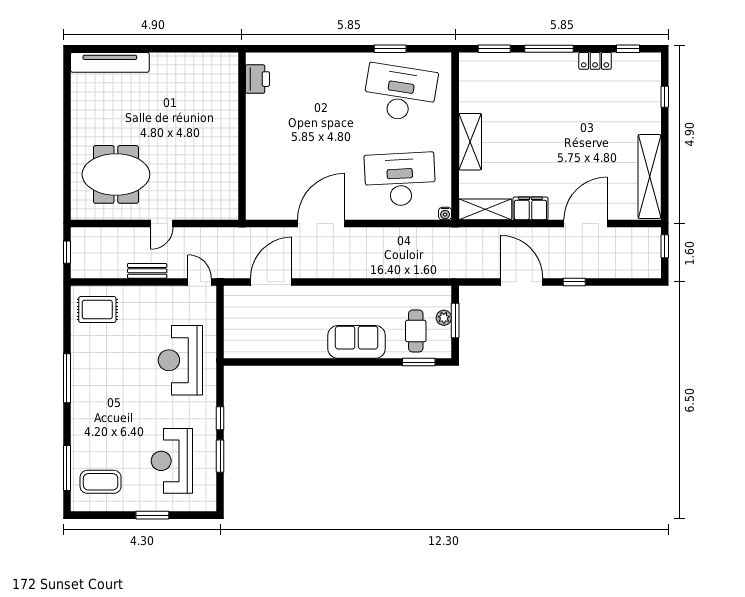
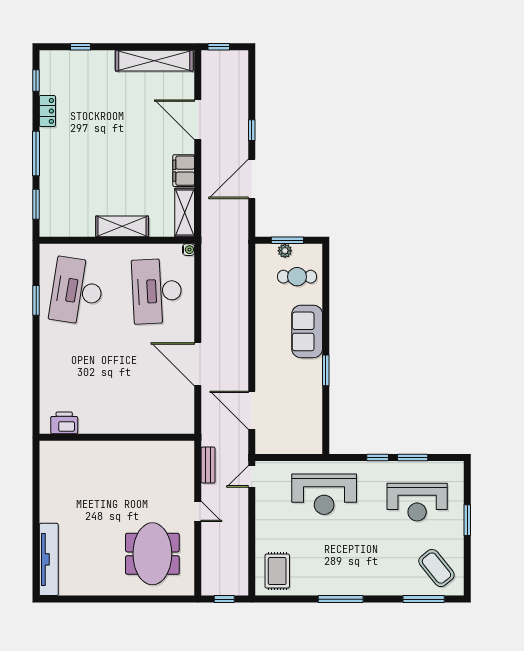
bench: (147, 271) -> (208, 465), moved
window: (419, 362) -> (326, 370), moved
coffee table: (101, 482) -> (436, 568), turned -39

